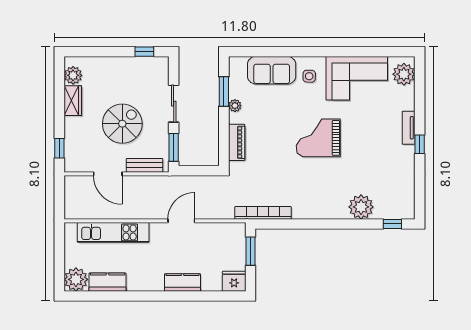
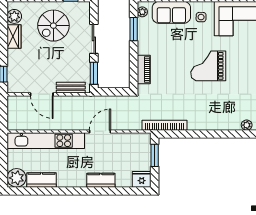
plant: (235, 106) -> (142, 12), moved
spiral stairs: (122, 124) -> (53, 26), moved, turned 180
plant: (361, 207) -> (247, 125), width x0.53, depth x0.53
kitchen unit: (113, 232) -> (46, 141), width x1.36

